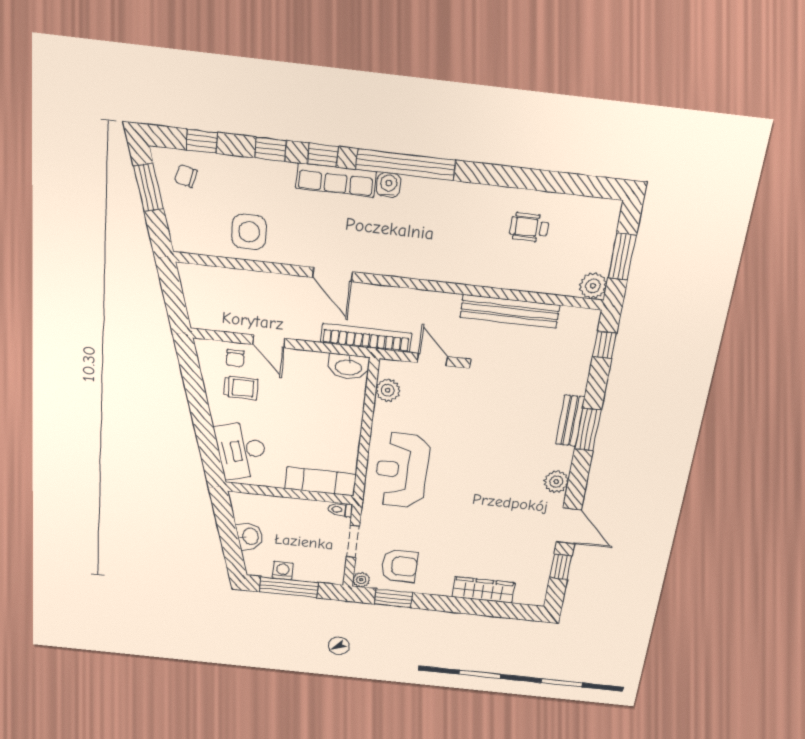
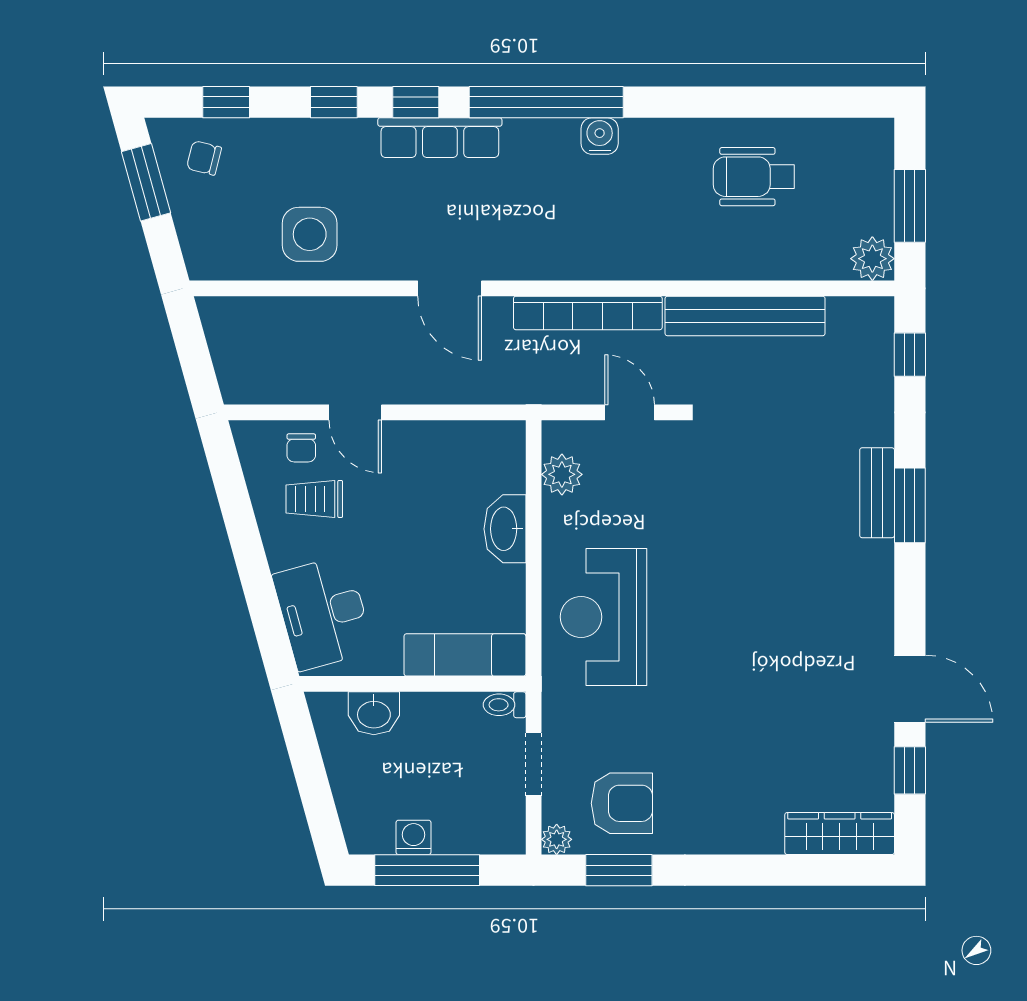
water cooler: (389, 185) -> (600, 136), moved
wheelchair: (529, 227) -> (754, 177), width x1.36, depth x1.37
bookcase: (366, 338) -> (588, 313), moved, turned 180
washbasin: (348, 367) -> (505, 529), moved, turned 90
trolley: (241, 388) -> (314, 499), turned 180
plant: (556, 482) -> (873, 607), removed
washbasin: (250, 536) -> (374, 713), moved, turned 106
wardrobe: (483, 590) -> (840, 834), moved

